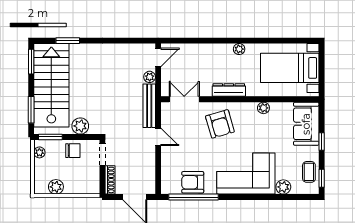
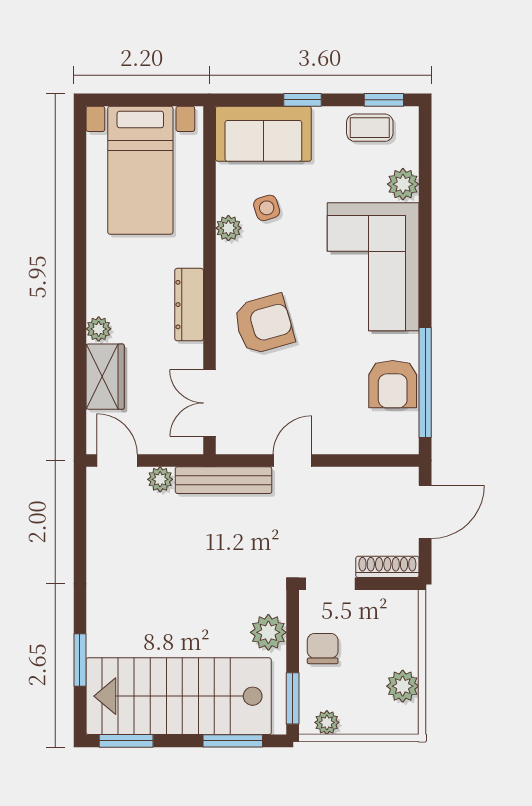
plant: (239, 49) -> (99, 329), moved
wardrobe: (196, 52) -> (105, 377), added
side table: (273, 125) -> (267, 208), added

